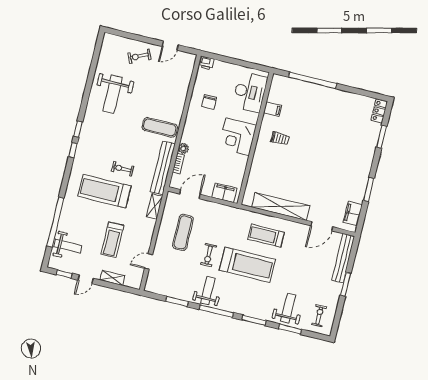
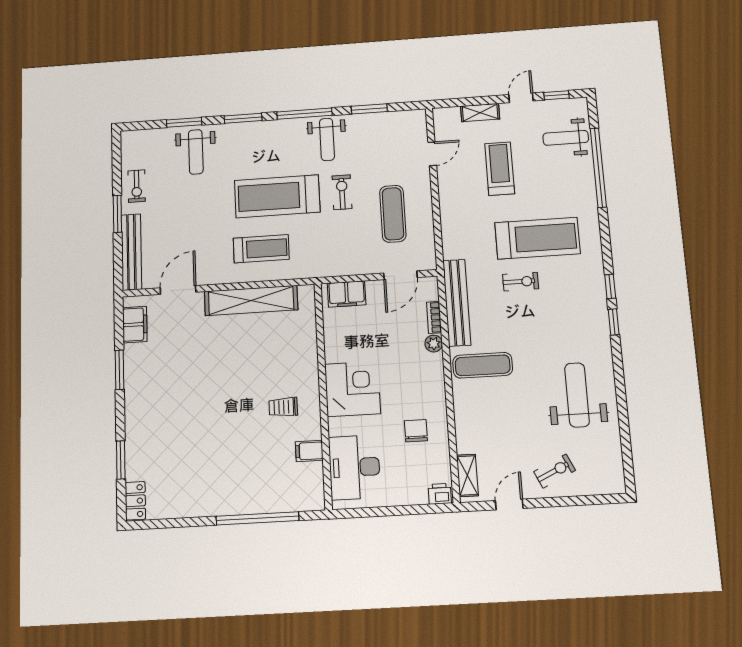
shelving: (155, 206) -> (467, 475), moved
exercise bike: (319, 316) -> (137, 186), moved

